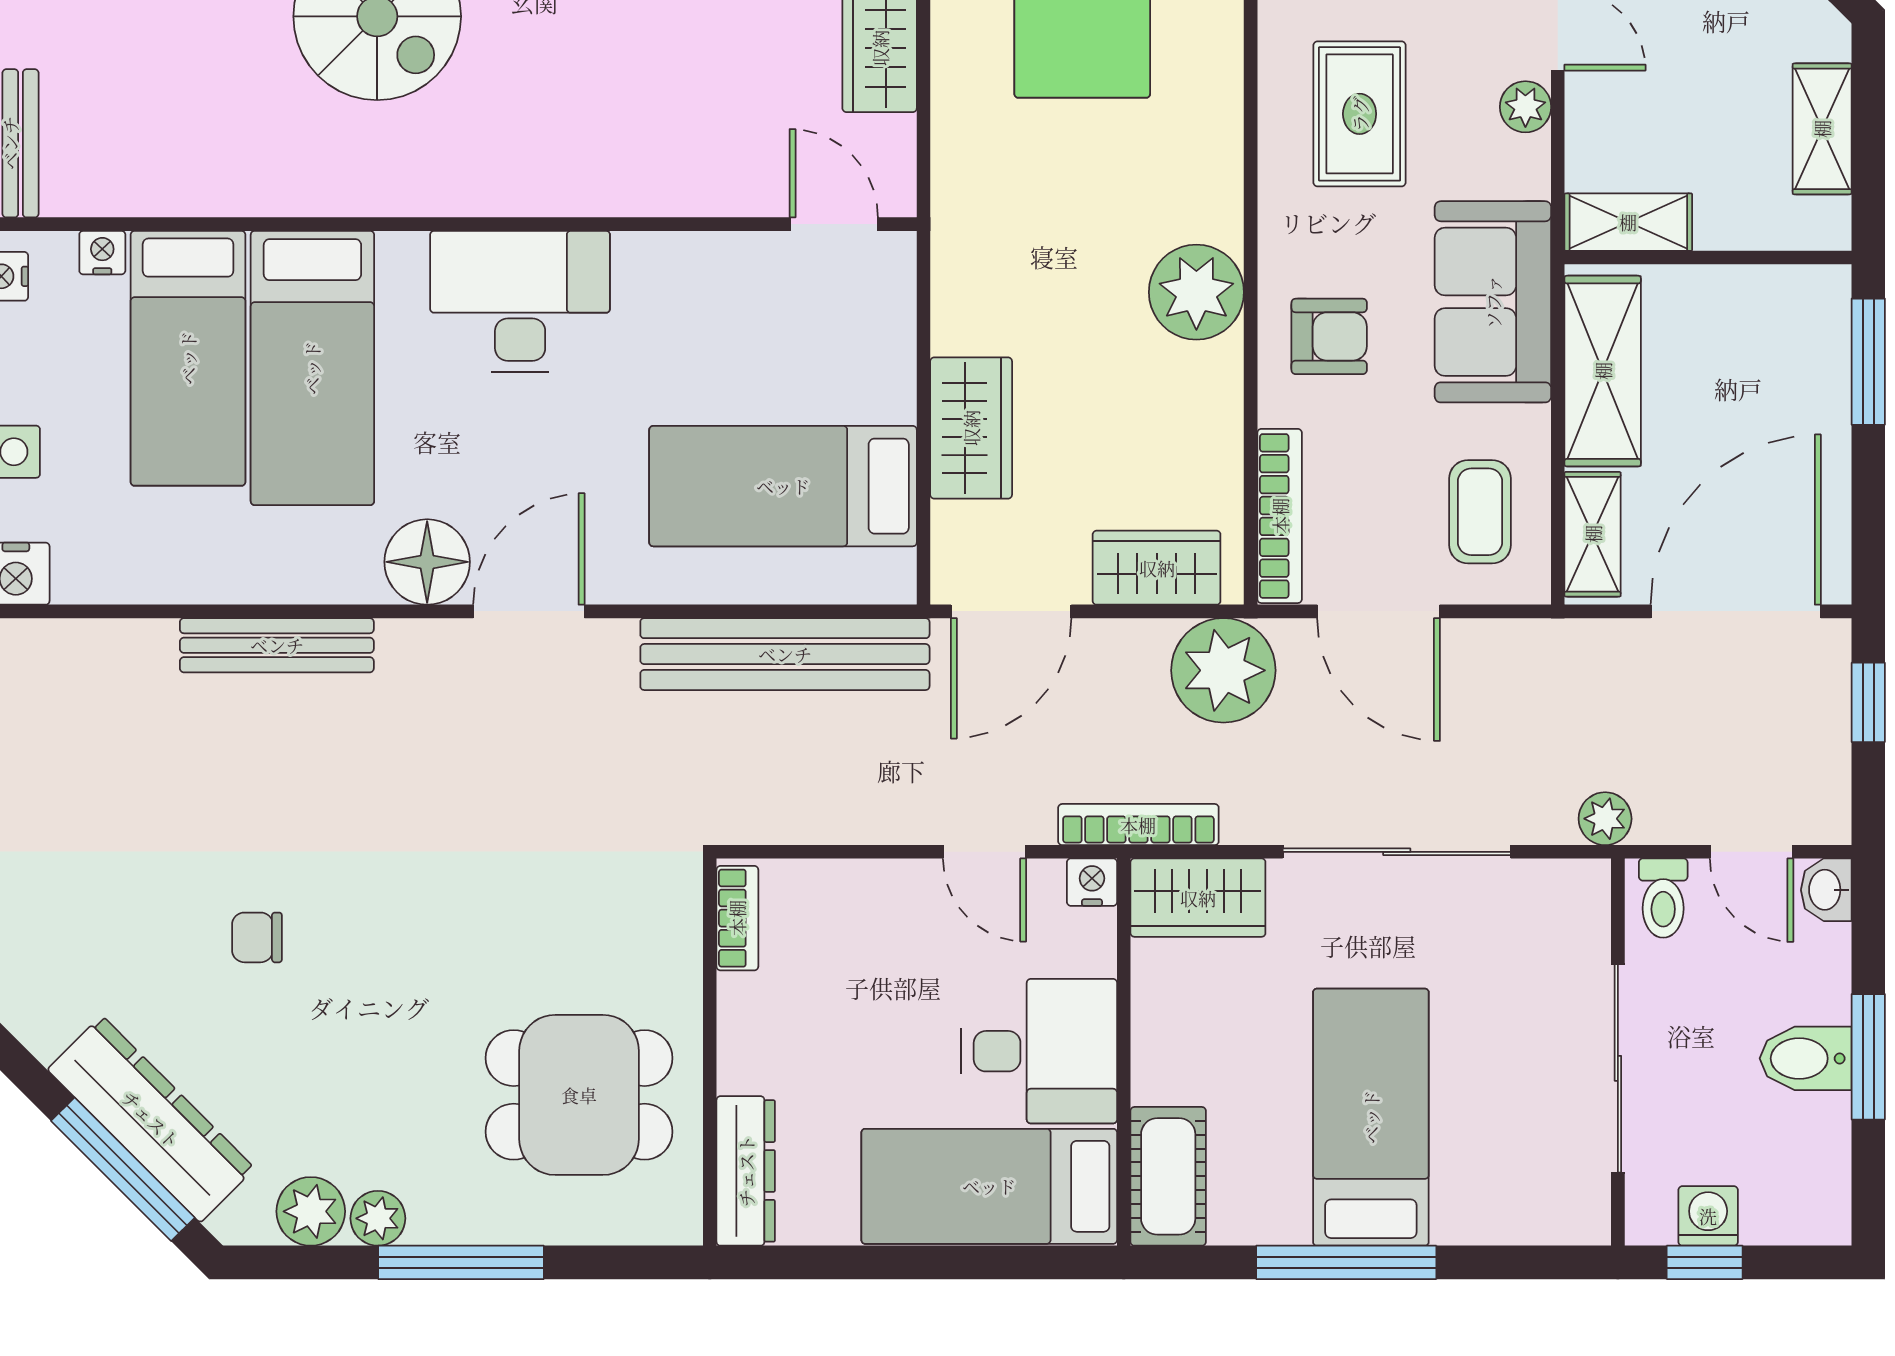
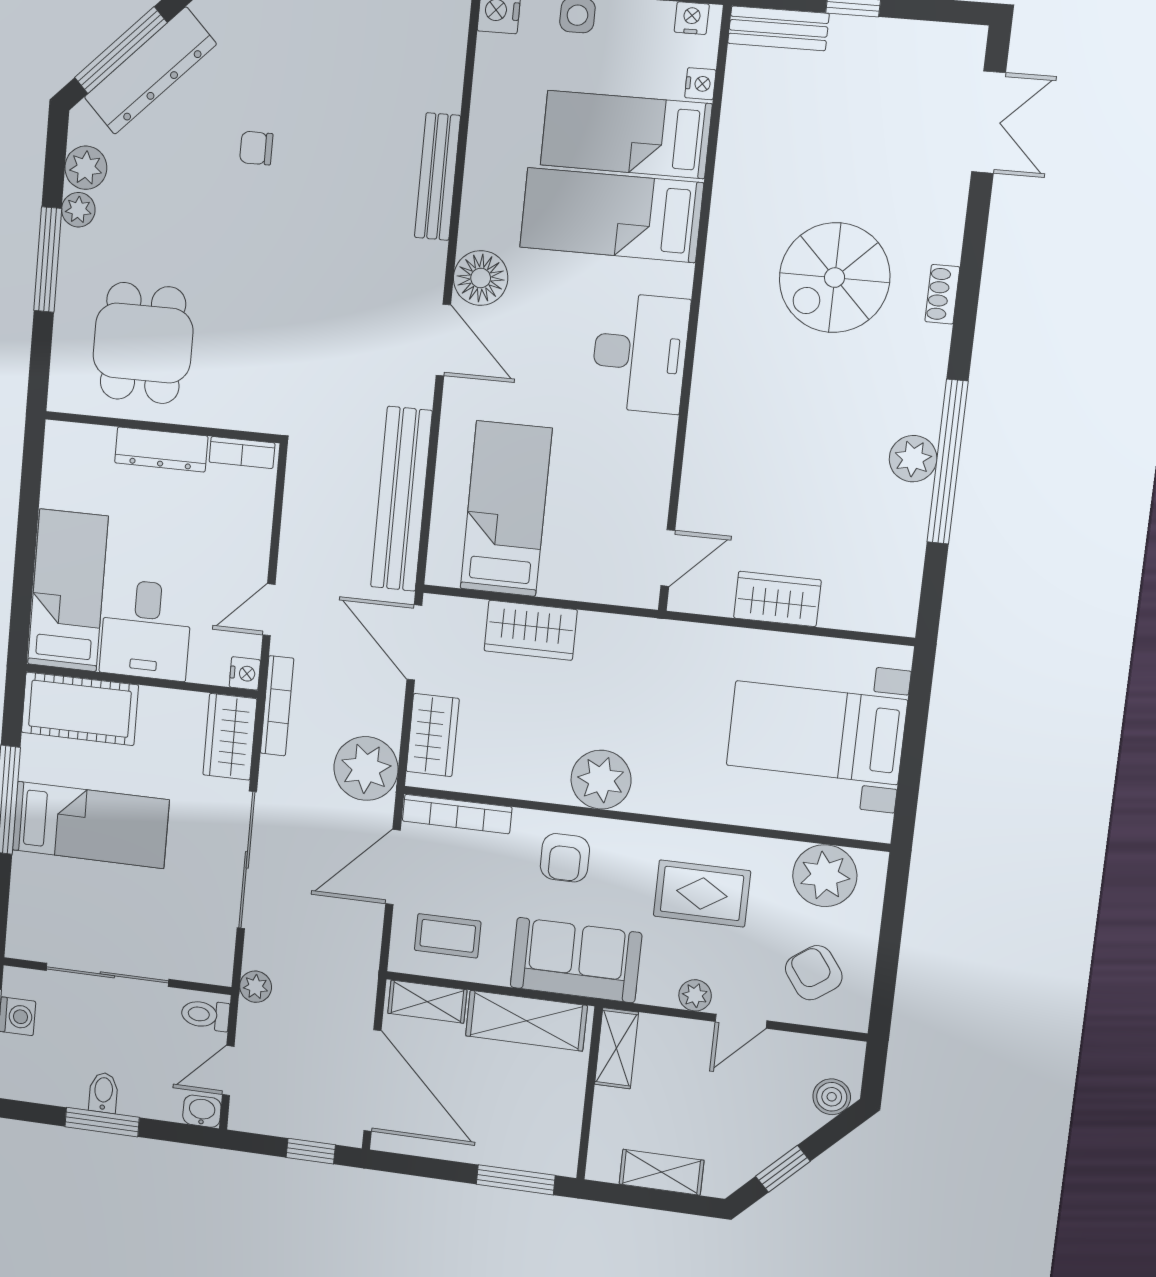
chair: (257, 937) -> (256, 148), turned -90
bidet: (1806, 1058) -> (103, 1093), width x0.72, depth x0.74
dresser: (746, 1171) -> (161, 449), moved
cot: (1168, 1176) -> (80, 709), width x1.37, depth x1.34

